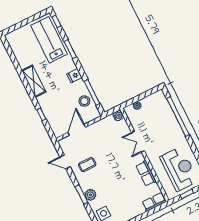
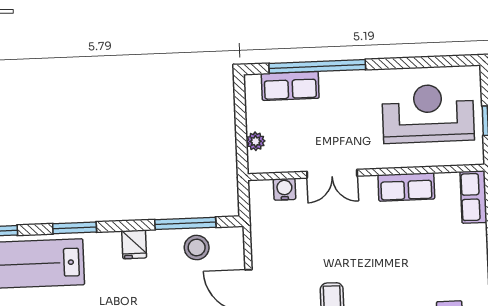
row of seats: (165, 109) -> (290, 86), added
water cooler: (118, 116) -> (284, 189), moved

